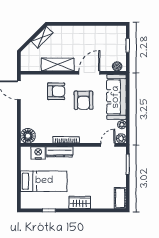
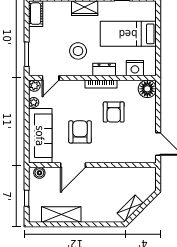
shelving: (58, 65) -> (61, 214), moved
armchair: (56, 91) -> (114, 112), moved, turned -90
dresser: (60, 152) -> (104, 70), width x0.70
stool: (85, 167) -> (78, 51), added

